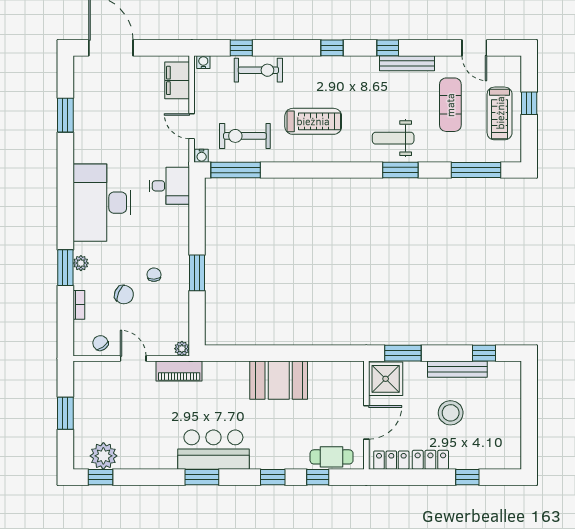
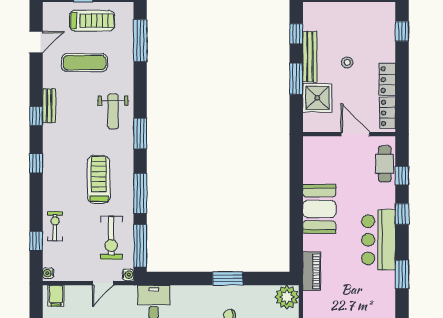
bench: (407, 63) -> (49, 106), width x0.73
exercise bike: (258, 70) -> (55, 226), width x0.73, depth x0.72
filing cabinet: (177, 80) -> (56, 296), width x0.50
window: (297, 170) -> (140, 193), added
window: (400, 170) -> (140, 133), moved
plant: (182, 349) -> (287, 297), width x1.87, depth x1.87
window: (403, 353) -> (296, 79), moved
piano: (179, 371) -> (312, 271), moved
shower: (386, 379) -> (317, 98), moved
stool: (451, 413) -> (347, 62), width x0.53, depth x0.53
bar counter: (213, 450) -> (379, 240), moved
window: (467, 477) -> (402, 31), moved

